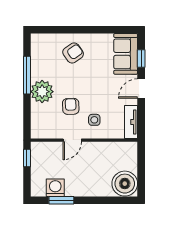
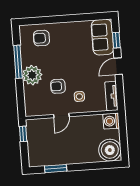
armchair: (73, 53) -> (41, 38), moved, turned -145
armchair: (71, 106) -> (58, 86), turned -88
washing machine: (55, 188) -> (111, 121), moved, turned -90

